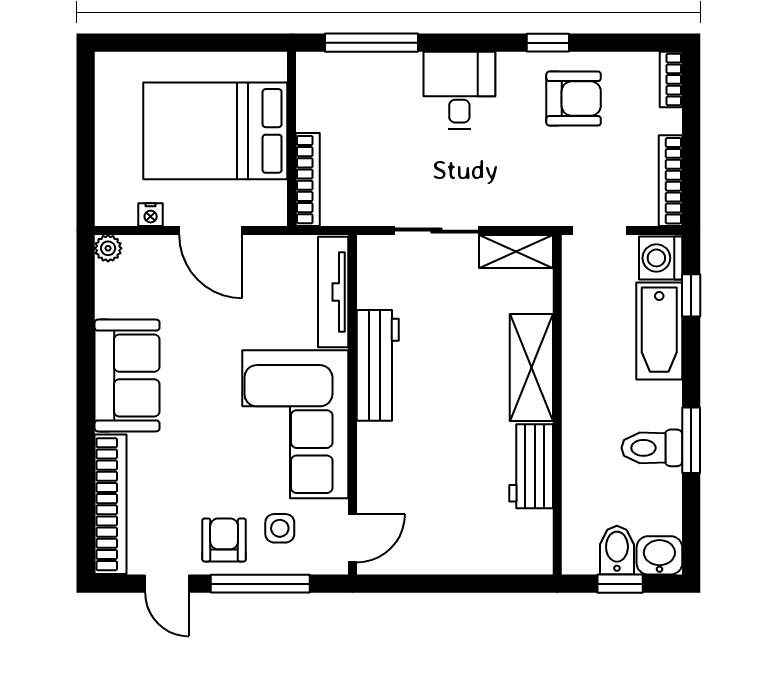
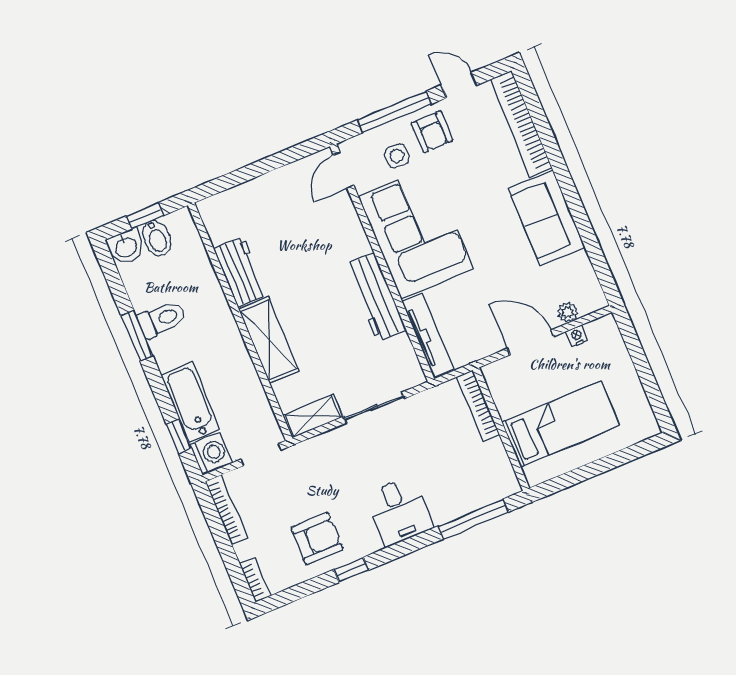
armchair: (574, 99) -> (317, 539), turned 180
bed: (215, 131) -> (561, 424), width x0.67
plant: (108, 248) -> (568, 312), moved

